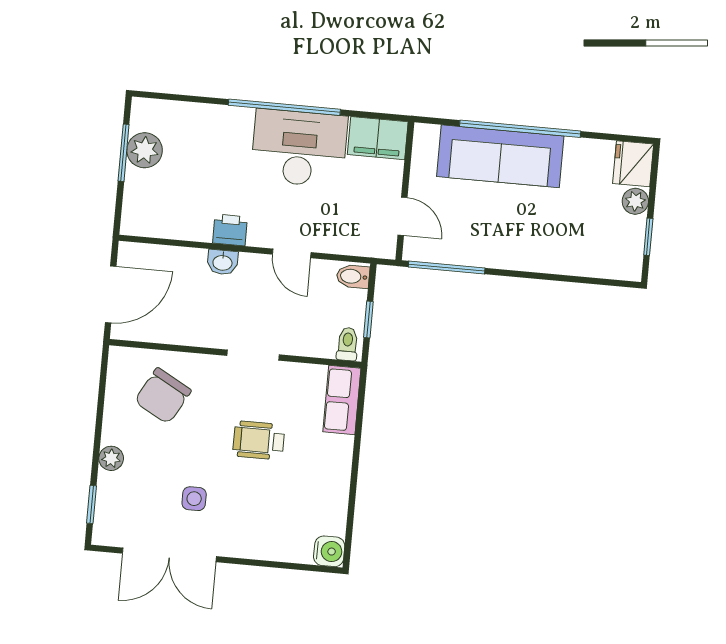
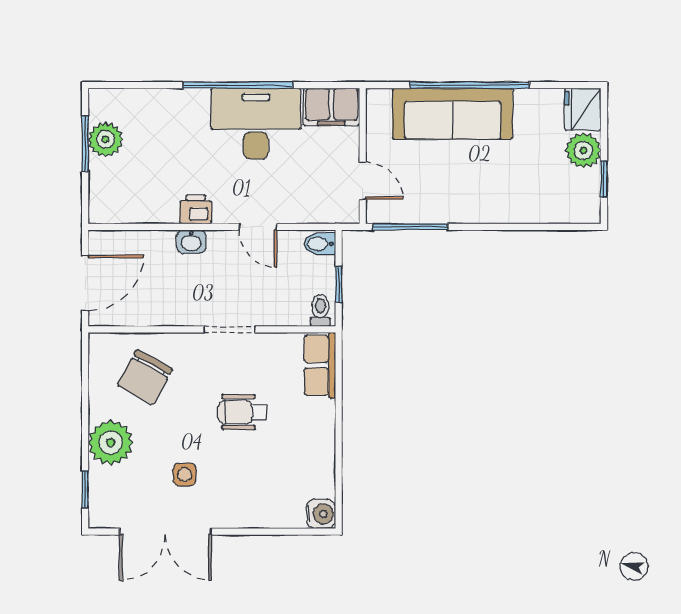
plant: (635, 201) -> (583, 150), width x1.38, depth x1.38
plant: (111, 458) -> (111, 443), width x1.88, depth x1.88

